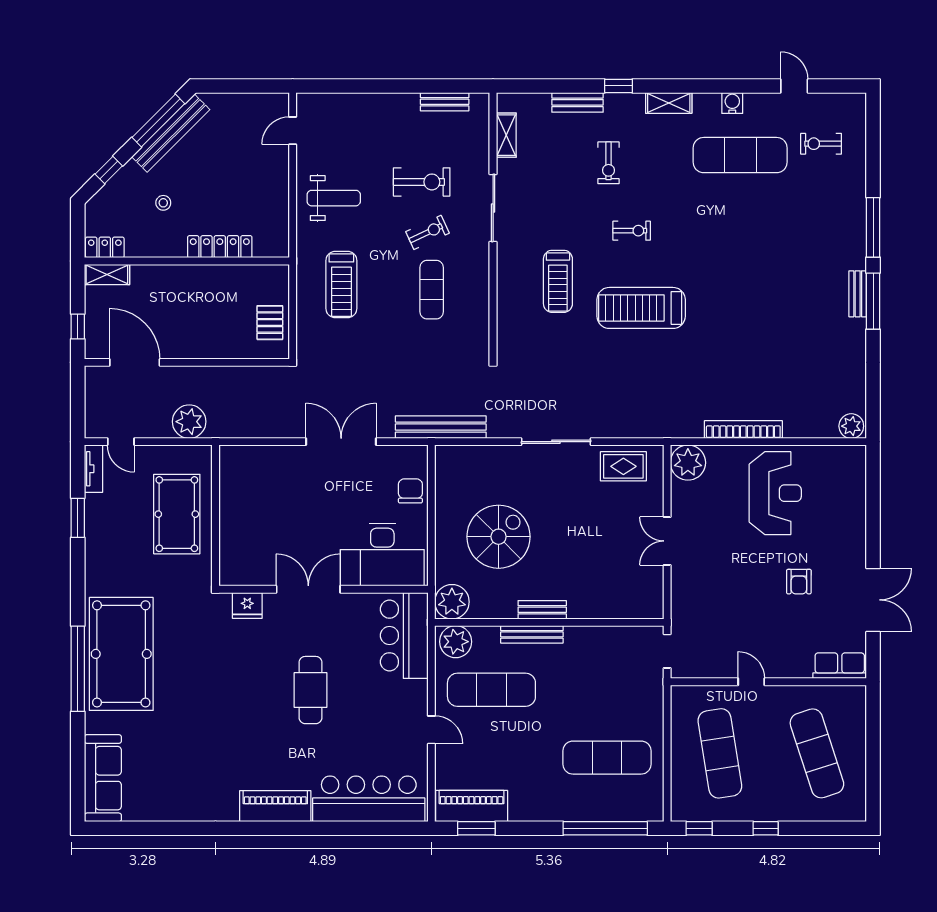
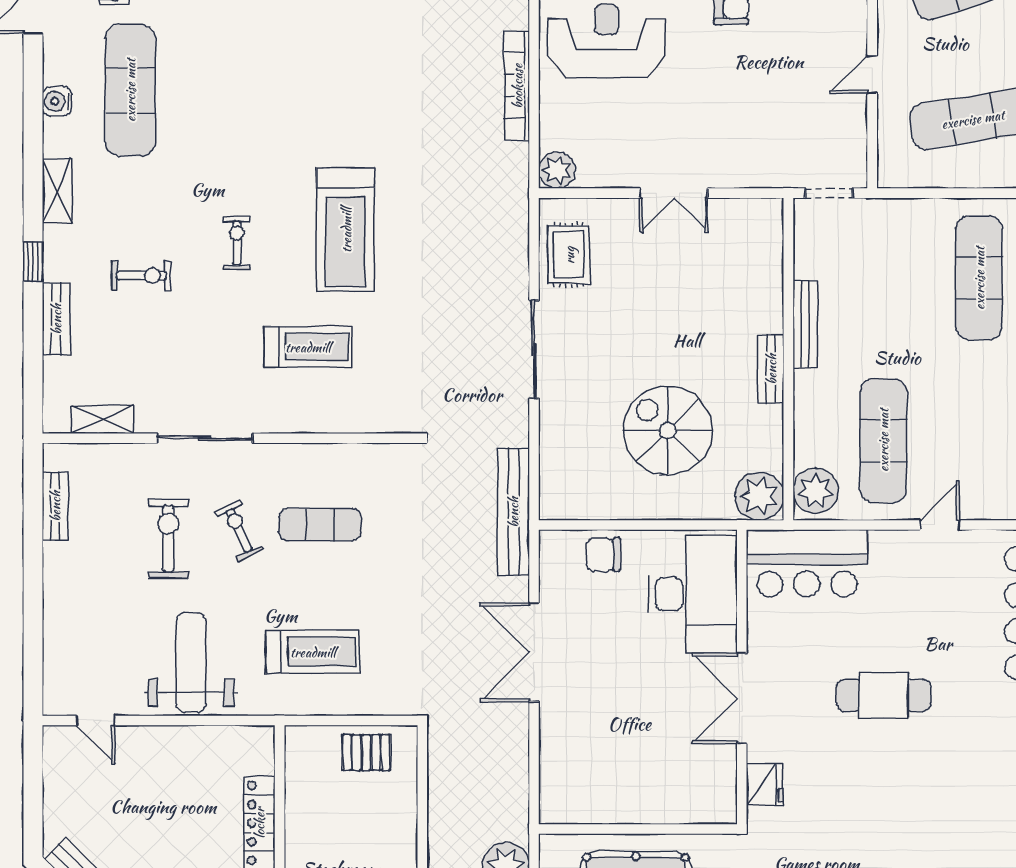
weight bench: (334, 198) -> (191, 663), width x1.36, depth x1.33
plant: (688, 463) -> (557, 170), width x0.73, depth x0.73
bench: (532, 634) -> (805, 324), moved

